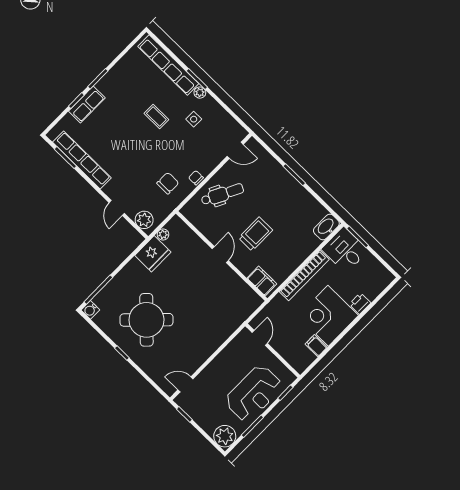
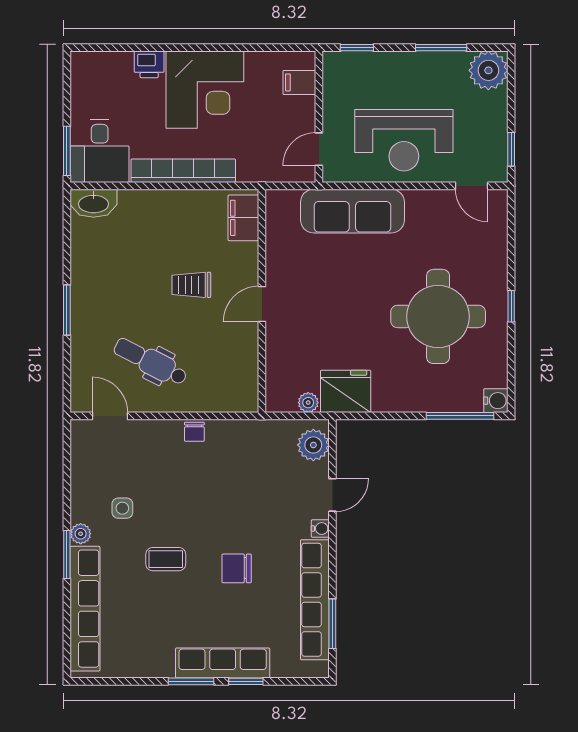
row of seats: (87, 105) -> (223, 663), width x1.48
coffee table: (156, 116) -> (166, 559), turned 90
chair: (168, 183) -> (237, 568), moved
water cooler: (108, 190) -> (320, 529), added
dental chair: (222, 194) -> (150, 362), moved
trolley: (256, 234) -> (191, 285), width x0.73, depth x0.72
round table: (146, 320) -> (438, 316), turned 45
sofa: (222, 327) -> (352, 211), added
filing cabinet: (316, 346) -> (299, 82), moved, turned 90
reception desk: (254, 393) -> (404, 140), moved, turned 180

